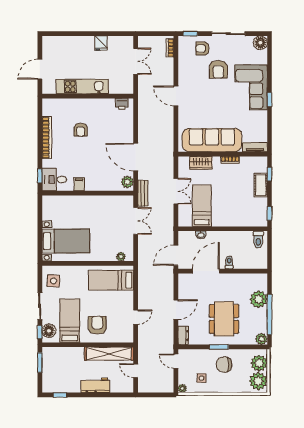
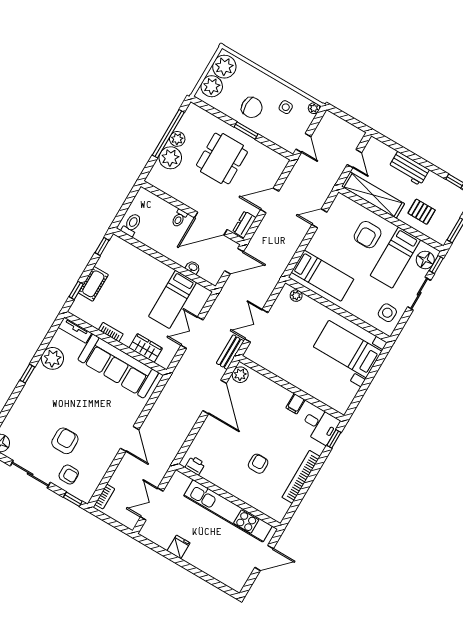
kitchen unit: (82, 86) -> (228, 511), width x1.36
corner sofa: (251, 87) -> (40, 399), removed
plant: (259, 119) -> (52, 358), added
dresser: (183, 335) -> (244, 224), moved
plant: (261, 339) -> (177, 139), moved
pallet: (70, 362) -> (422, 212), added

